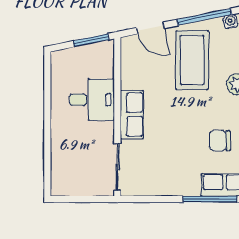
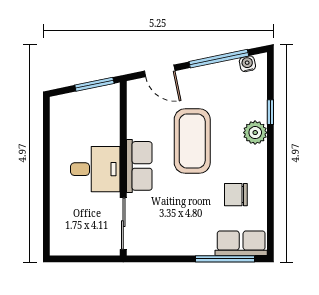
coffee table: (192, 60) -> (192, 141), moved
desk: (92, 100) -> (95, 169), moved

